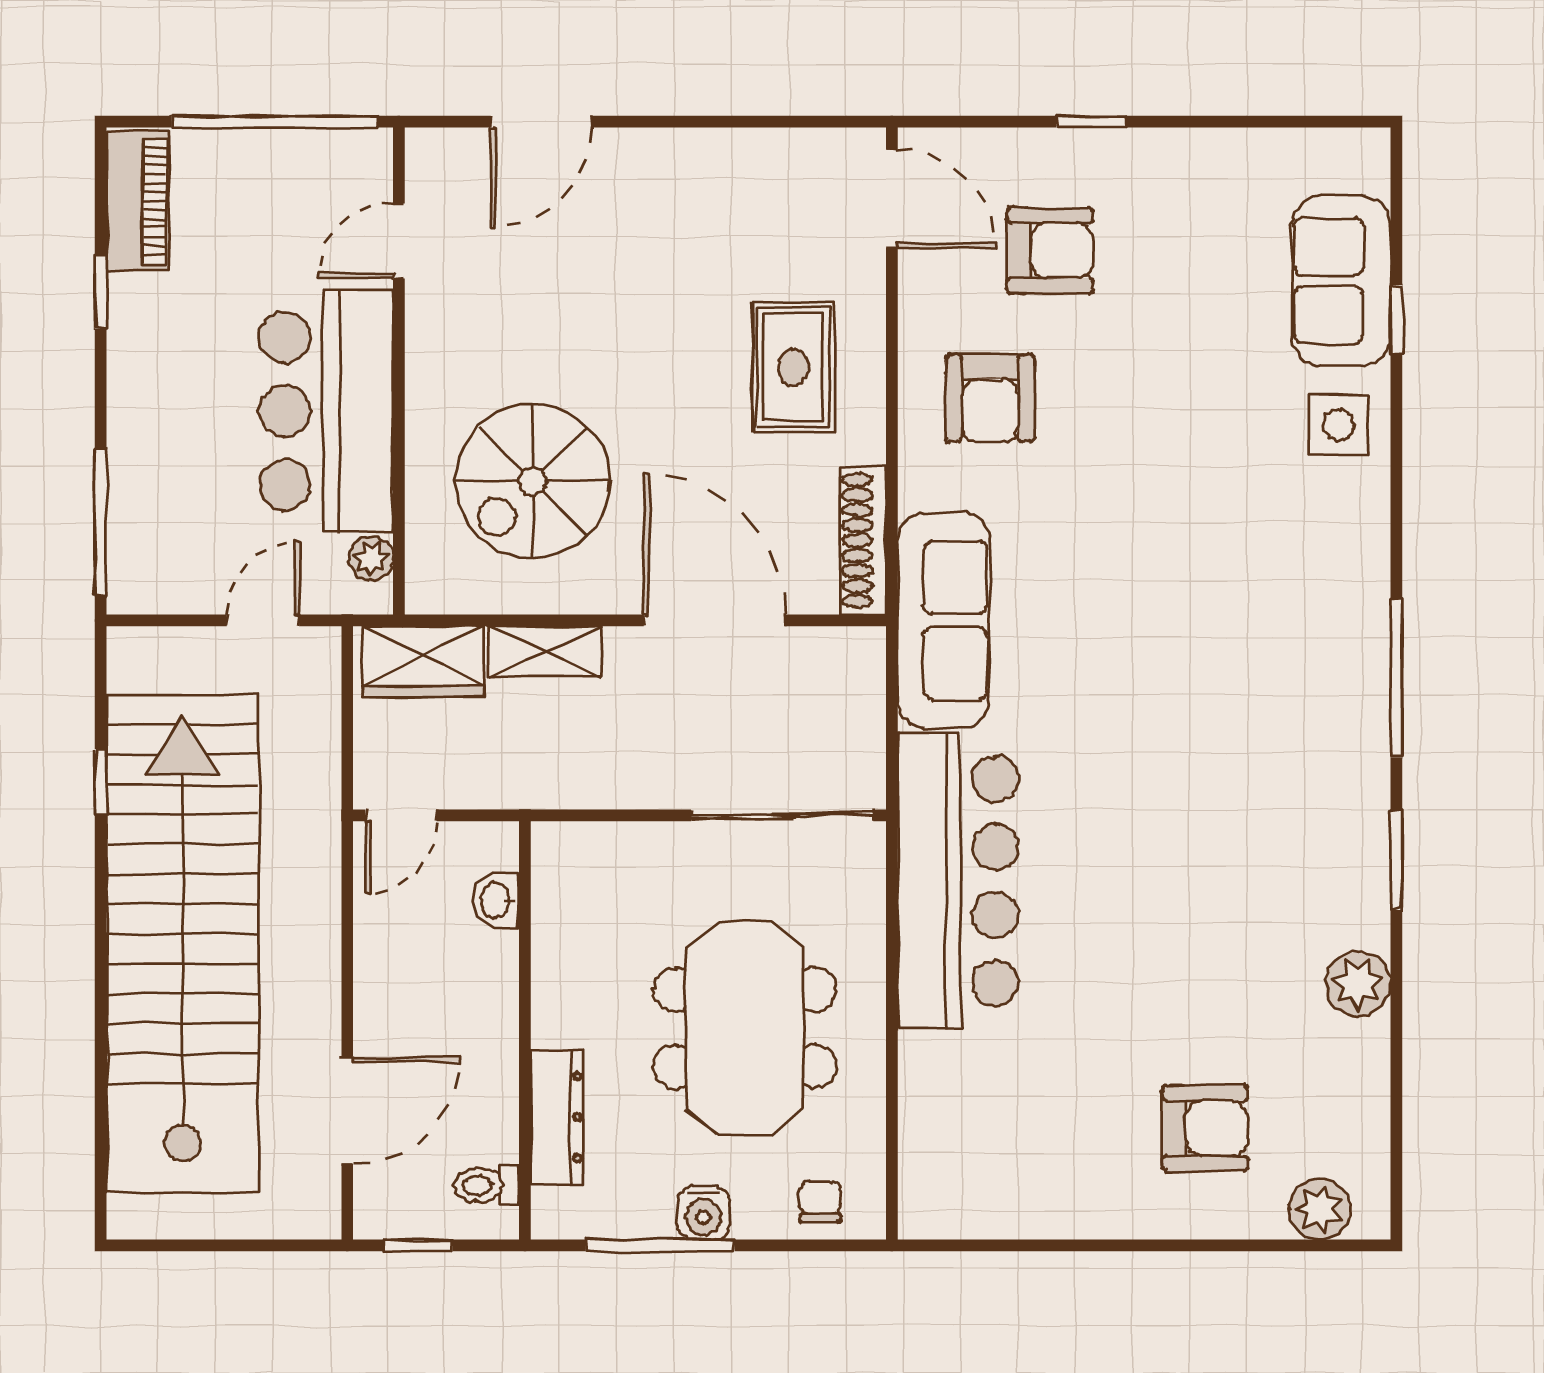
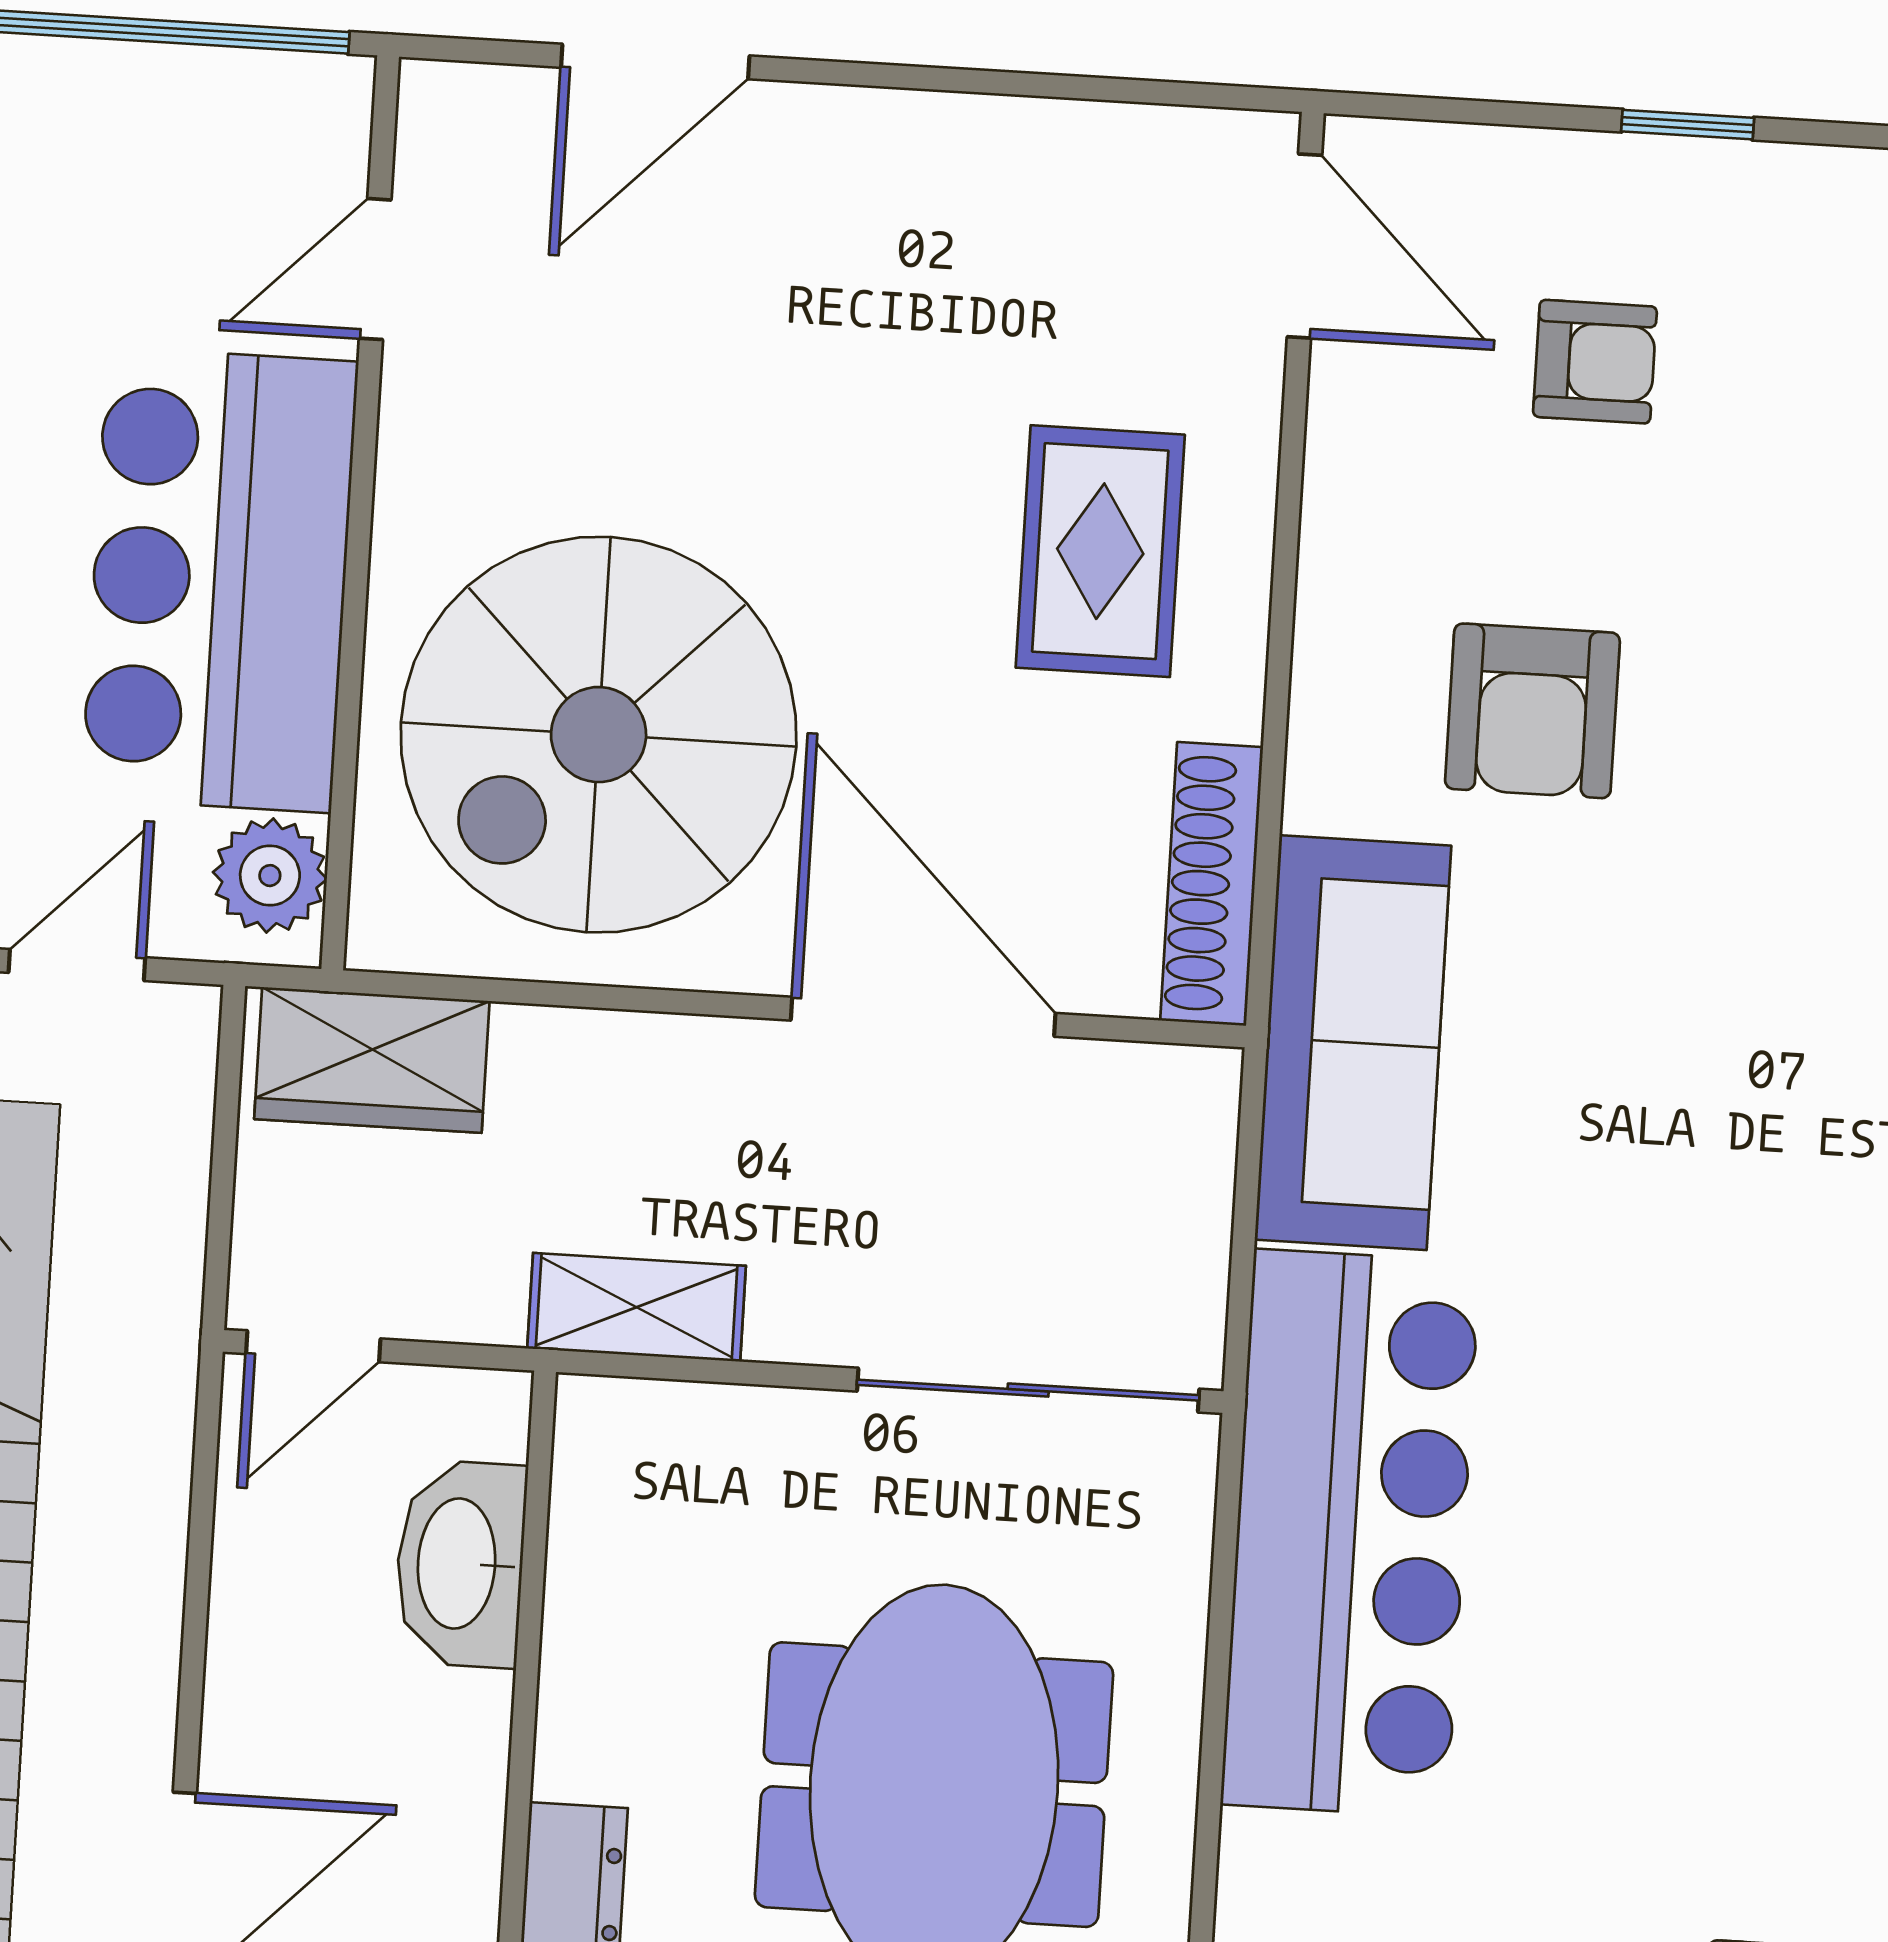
armchair: (1050, 251) -> (1595, 362), width x0.72, depth x0.72
armchair: (990, 398) -> (1532, 711), moved
spiral stairs: (533, 481) -> (599, 735), width x1.37, depth x1.37
plant: (371, 558) -> (270, 876), width x1.38, depth x1.38
shelving: (545, 652) -> (637, 1307), moved
washbasin: (496, 900) -> (460, 1564), width x1.91, depth x1.45

